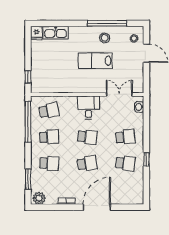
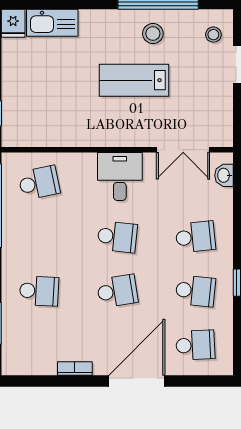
double door: (119, 95) -> (183, 150), swing flipped
school desk: (49, 137) -> (195, 345), moved
plant: (39, 198) -> (19, 362), removed

